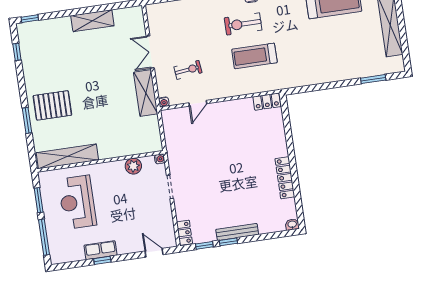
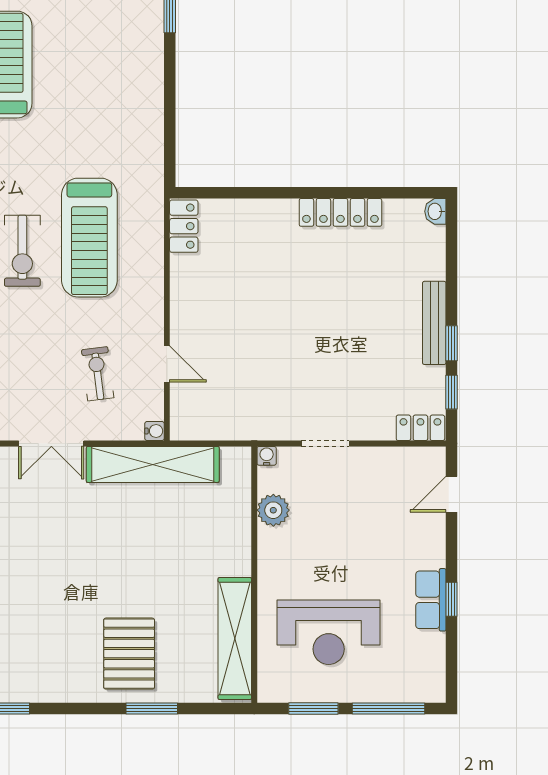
treadmill: (254, 56) -> (89, 238), width x1.37, depth x1.38
shelving: (146, 93) -> (153, 464), width x1.47

